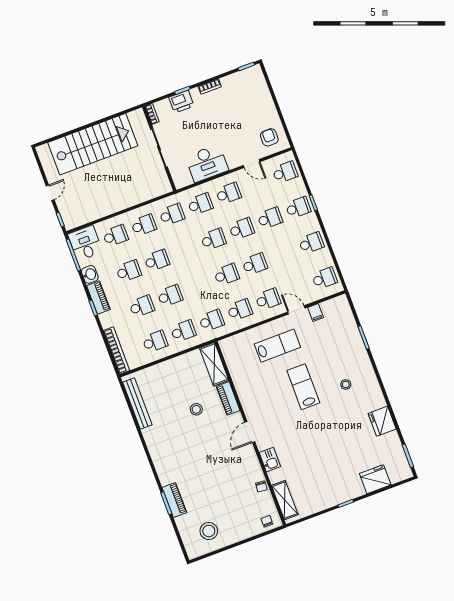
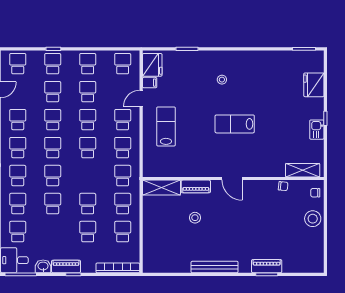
school desk: (283, 253) -> (88, 92), added
school desk: (129, 271) -> (53, 176), moved
lab bench: (303, 387) -> (235, 124), moved
bench: (137, 403) -> (215, 267), moved
fridge: (382, 421) -> (152, 65), moved, turned -90
kitchen sink: (270, 460) -> (317, 130), moved, turned -90
stool: (209, 531) -> (313, 219), moved

